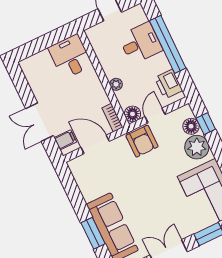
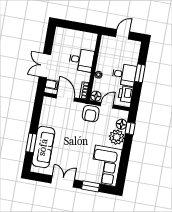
desk: (140, 43) -> (124, 75), moved
window: (168, 44) -> (140, 73), width x0.47
desk: (70, 57) -> (81, 60), moved, turned 90

